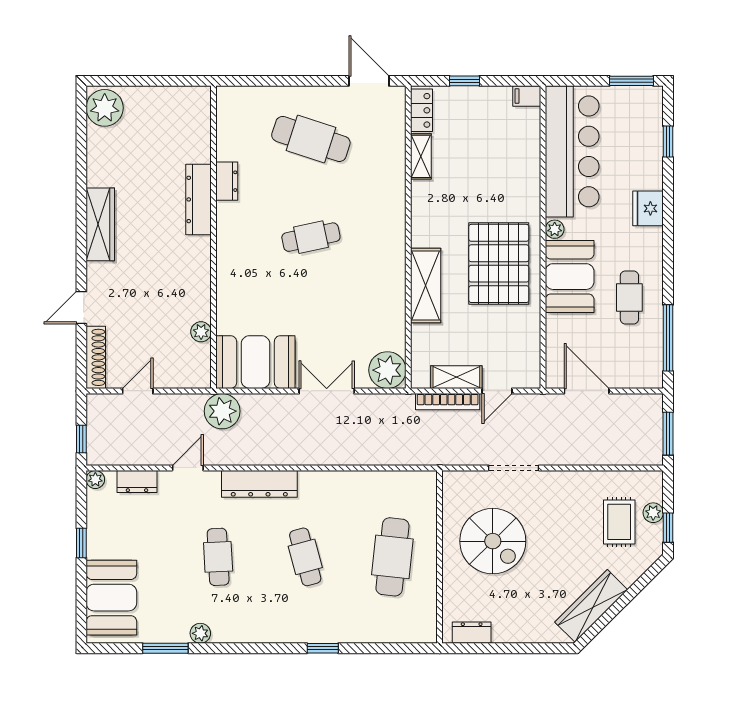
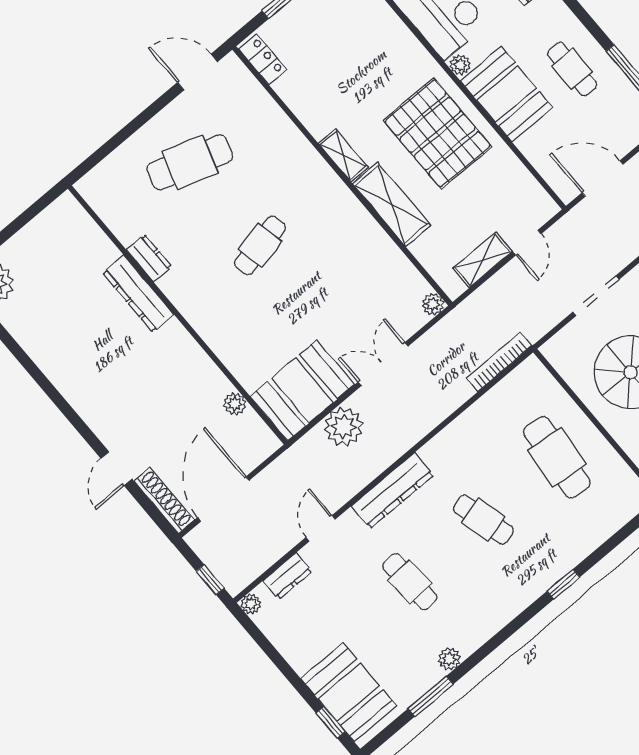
shelving: (421, 156) -> (343, 155), moved
wardrobe: (100, 224) -> (73, 385), removed
plant: (387, 370) -> (433, 304), width x0.53, depth x0.53
door: (138, 391) -> (223, 499), width x1.87
bookcase: (448, 402) -> (499, 362), moved, turned 180
plant: (222, 411) -> (344, 427), moved
window: (81, 543) -> (331, 722), moved

